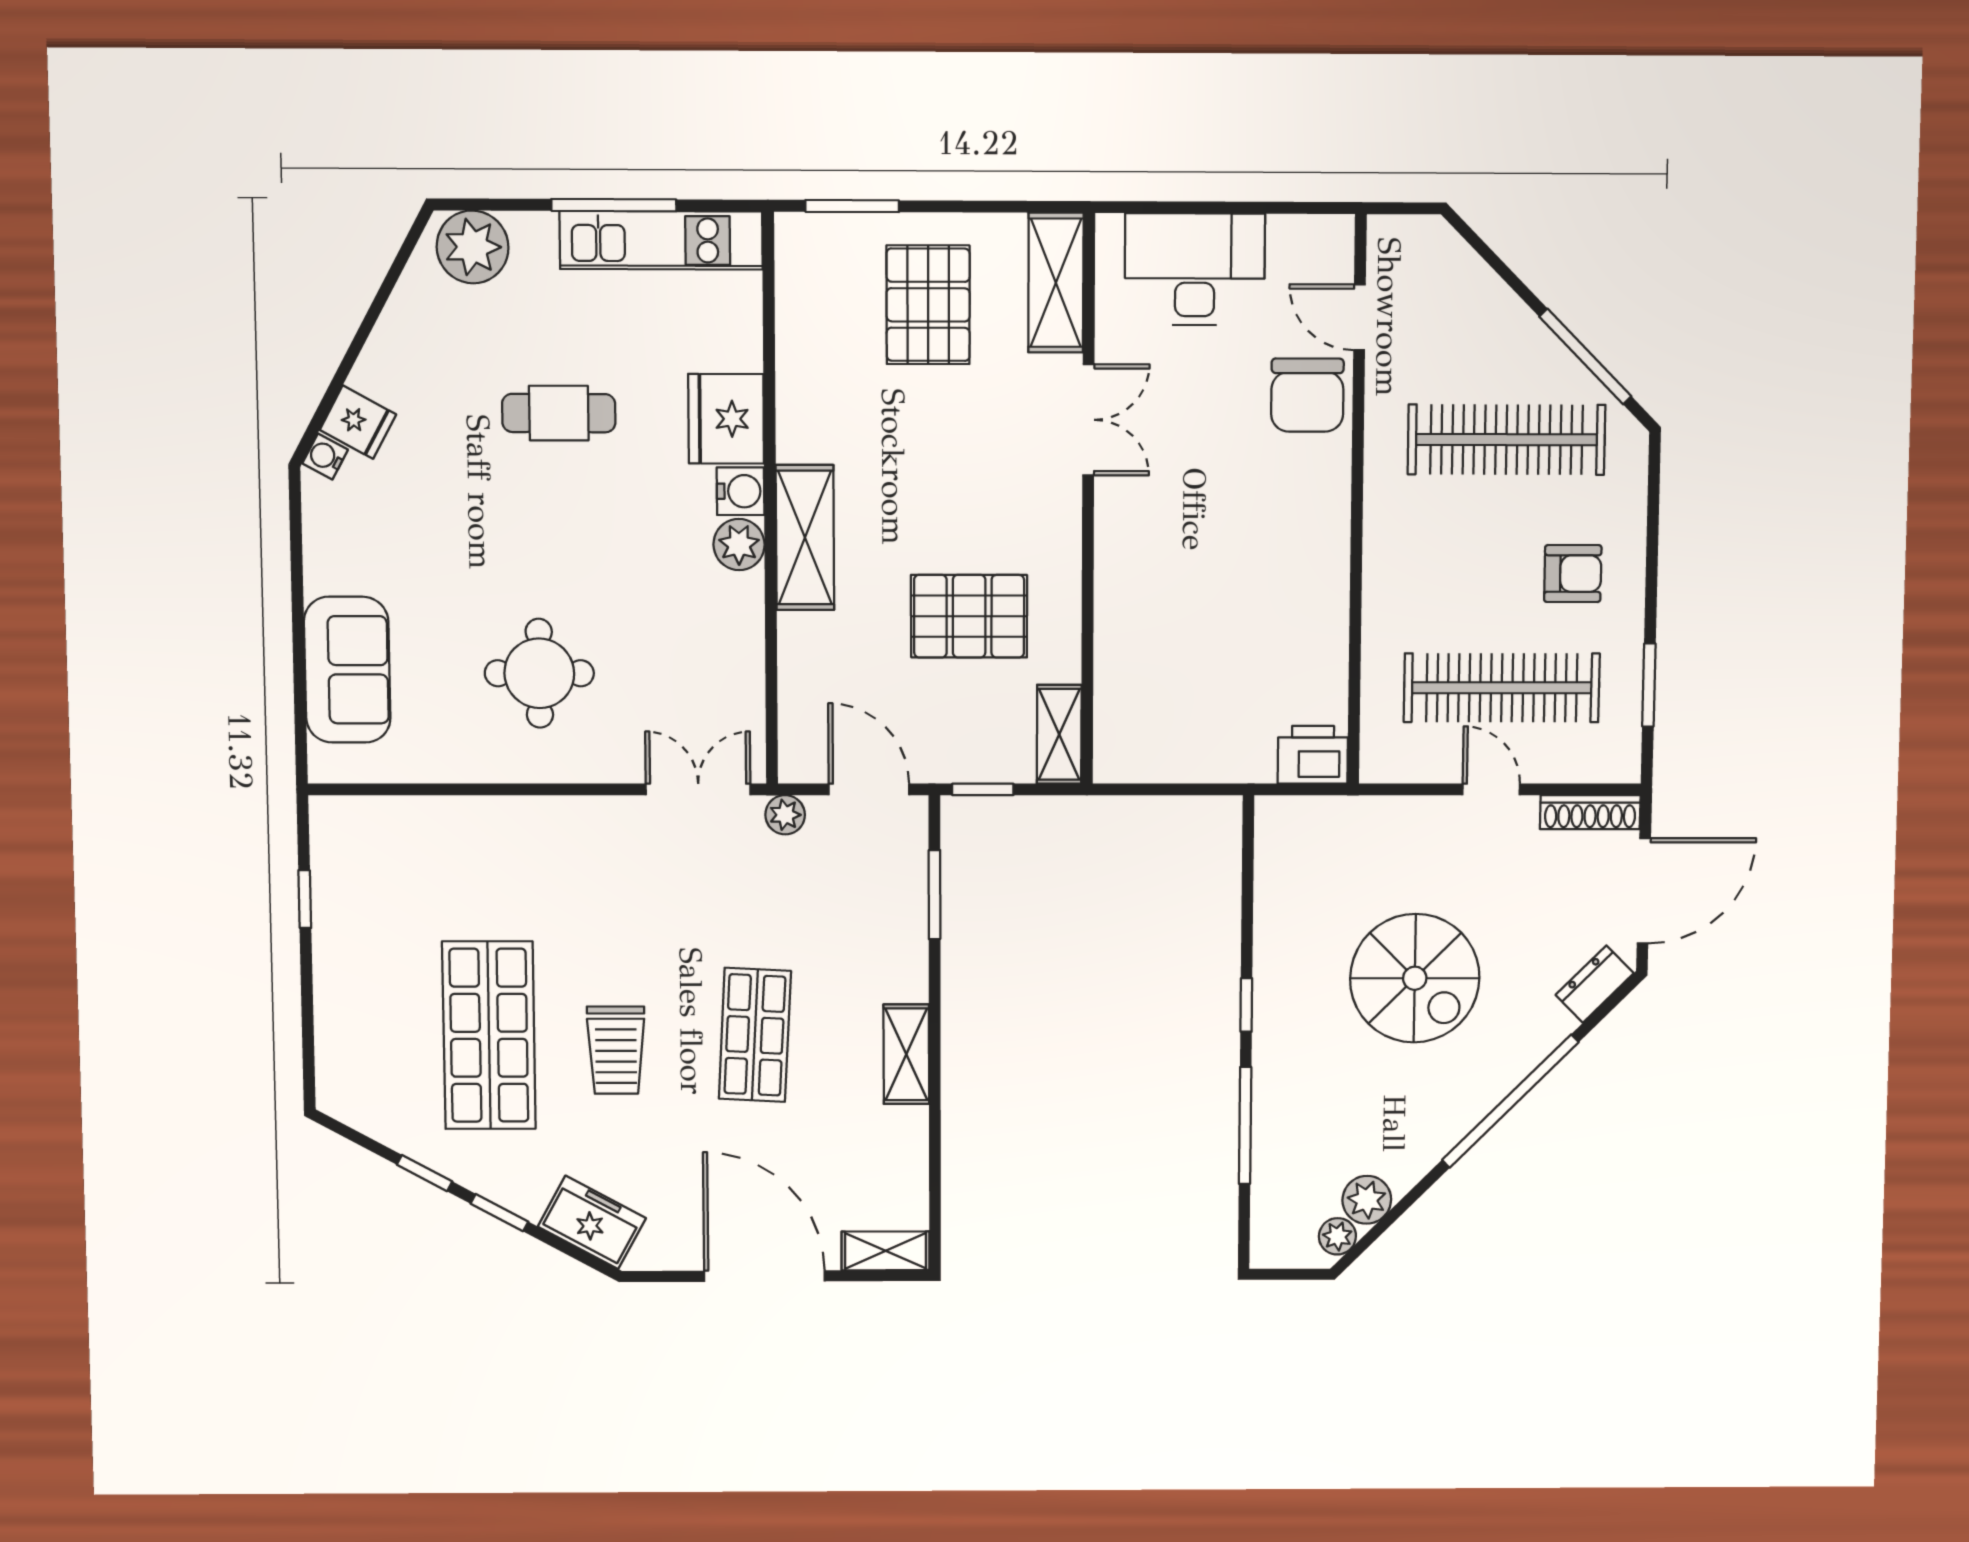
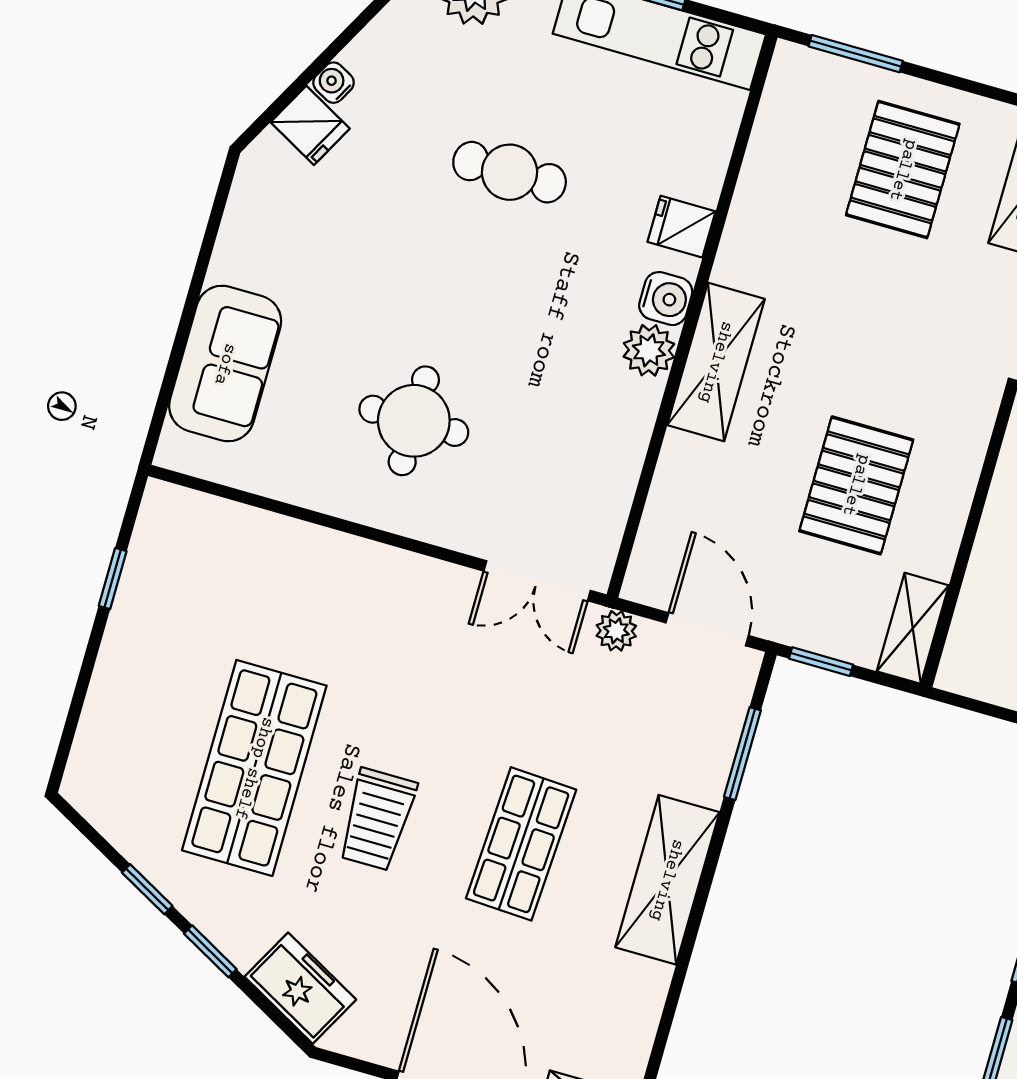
fridge: (726, 419) -> (682, 227), width x0.53, depth x0.75
water cooler: (325, 457) -> (334, 83), moved
pallet: (969, 616) -> (856, 485), turned 90
double door: (698, 789) -> (537, 581), swing flipped
shelving: (906, 1054) -> (667, 880), width x1.50, depth x1.33

